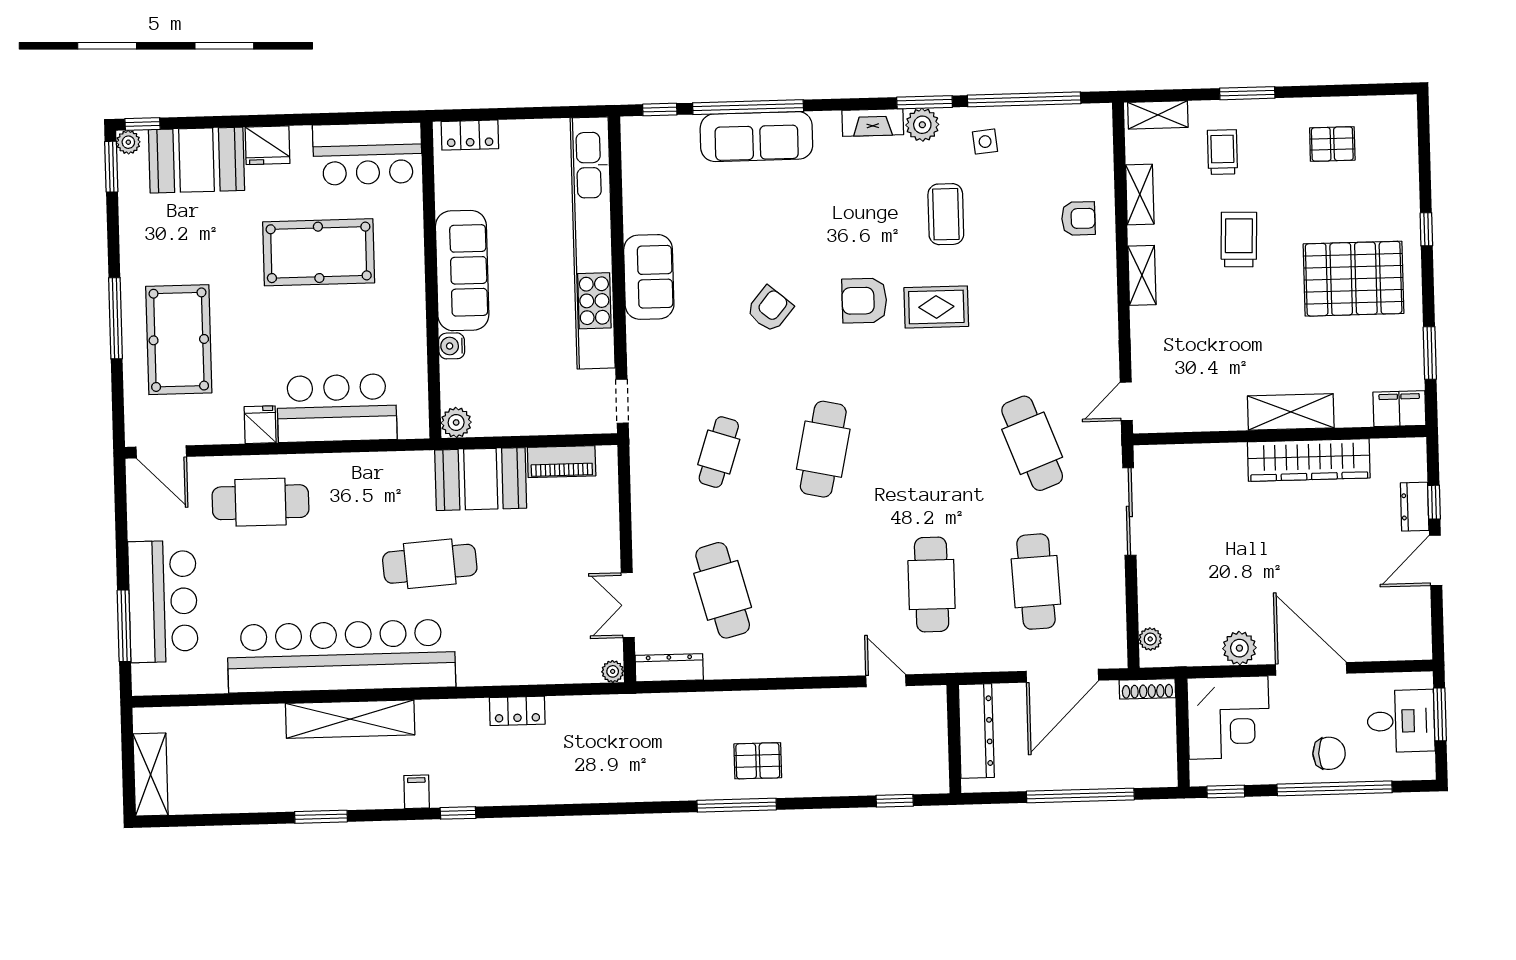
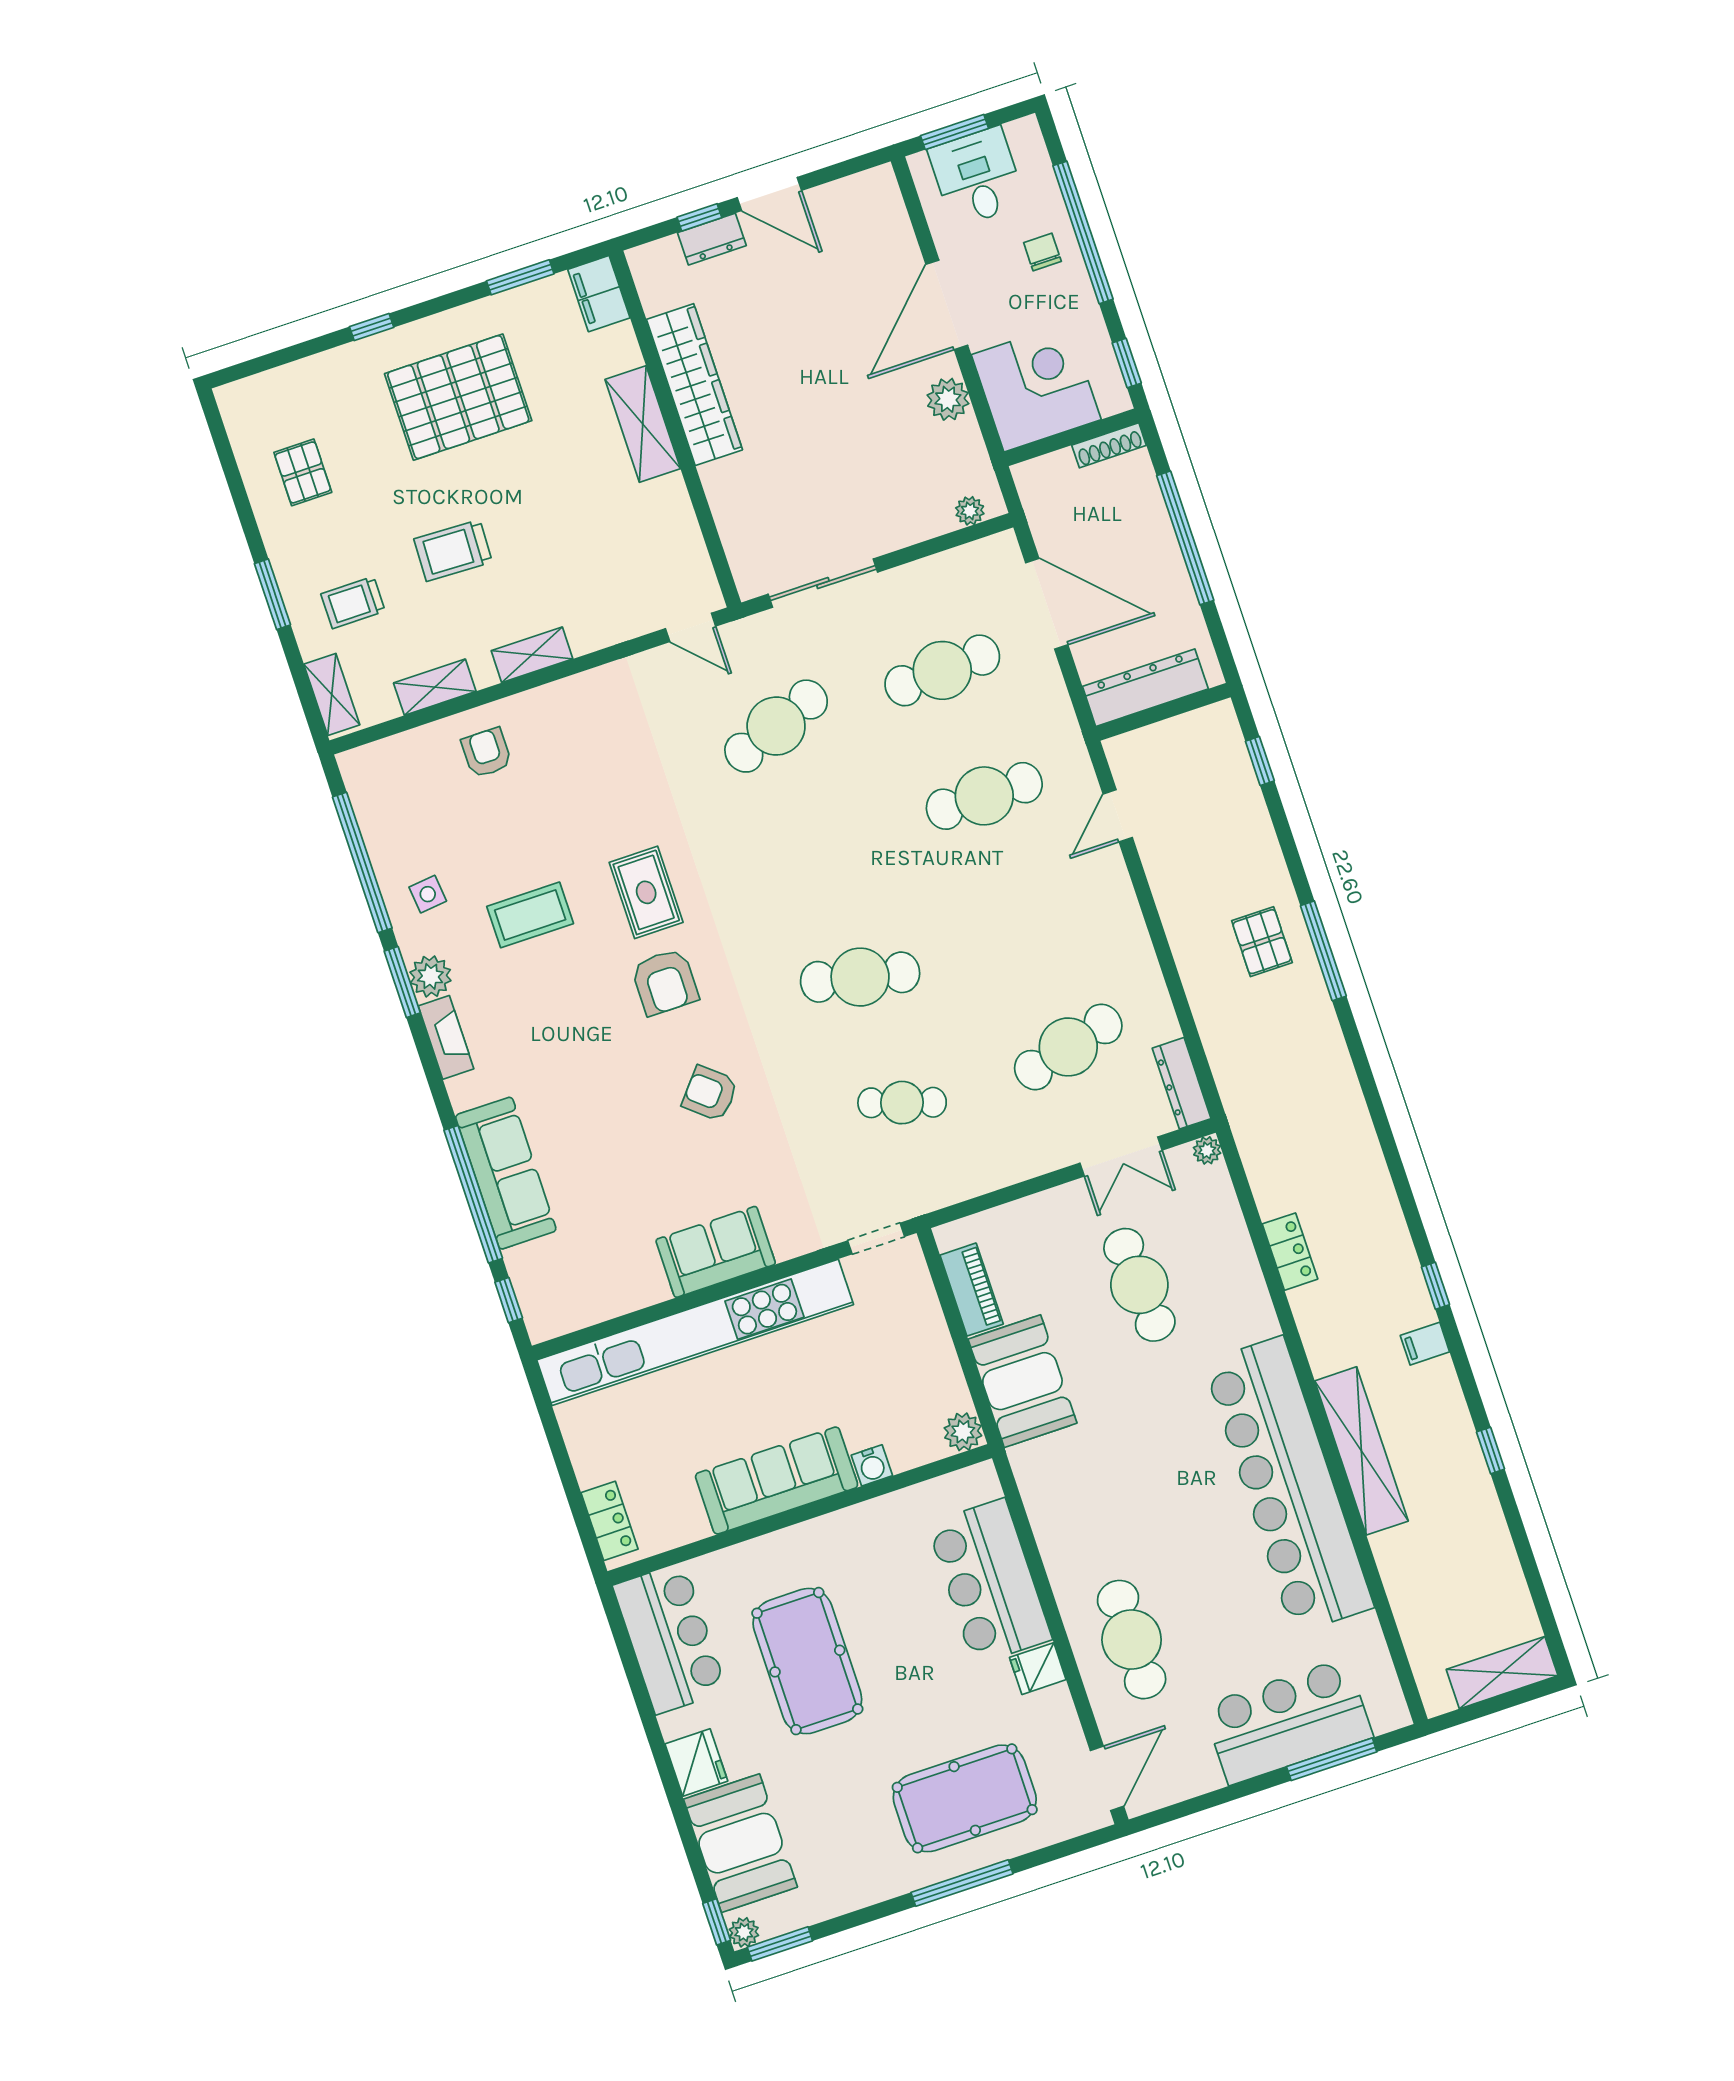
pallet: (1354, 279) -> (458, 397), turned 90
cafe table: (430, 564) -> (1139, 1285), moved
shoe rack: (1147, 689) -> (1109, 445), moved, turned 90
chair: (1329, 753) -> (1042, 252), width x0.73, depth x0.73
window: (321, 817) -> (1491, 1450), width x0.67

